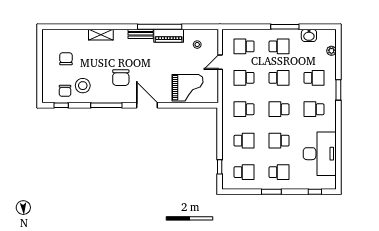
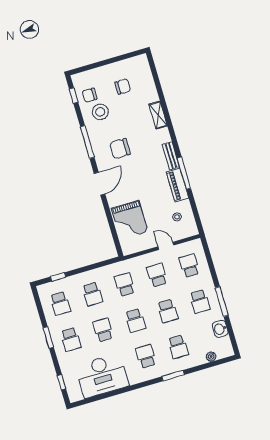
window: (160, 27) -> (184, 173), width x0.68
school desk: (279, 109) -> (135, 320), turned 180

